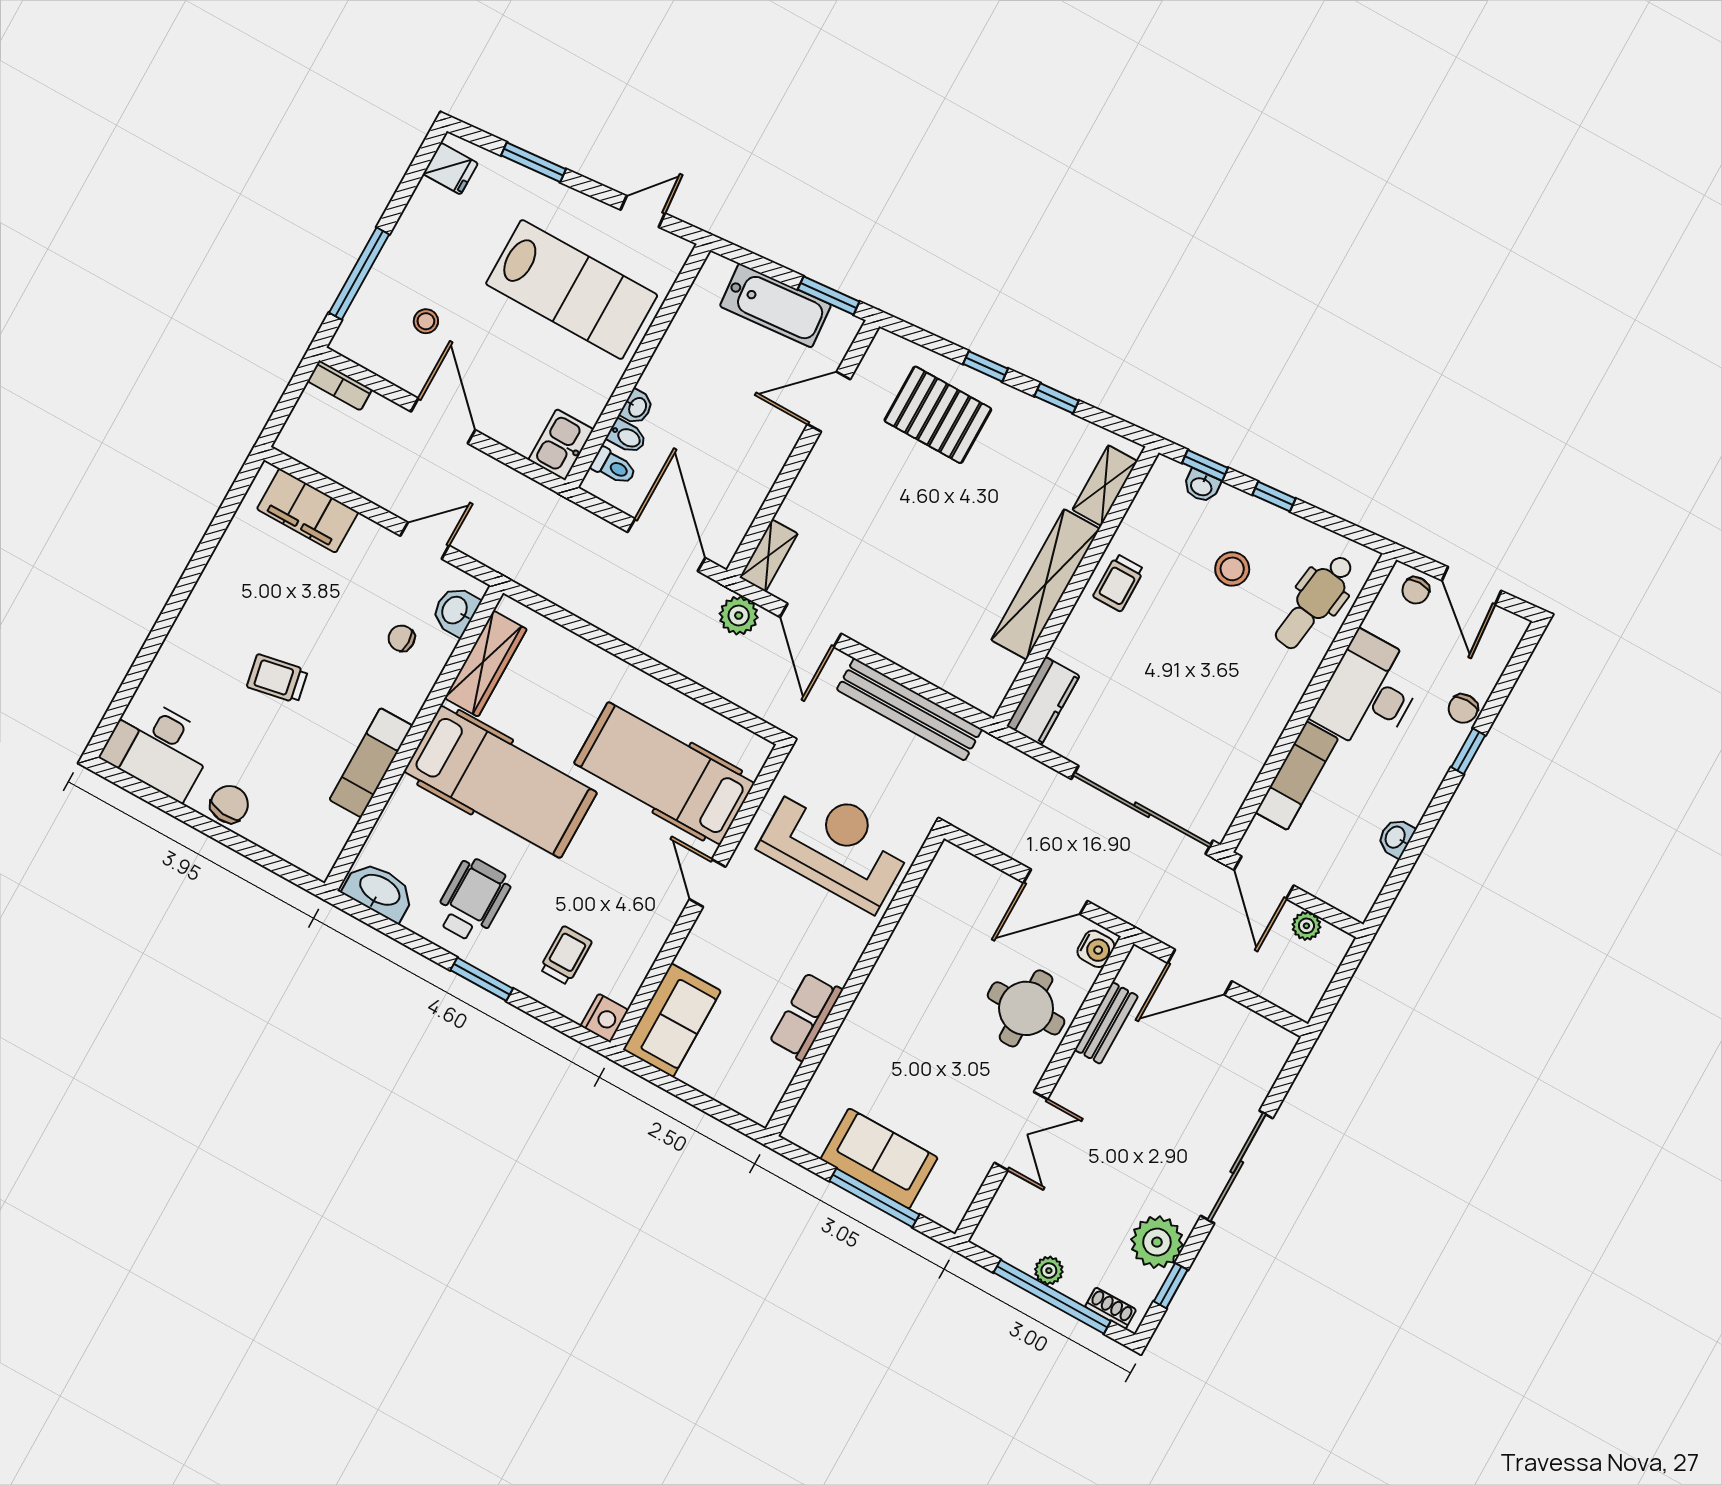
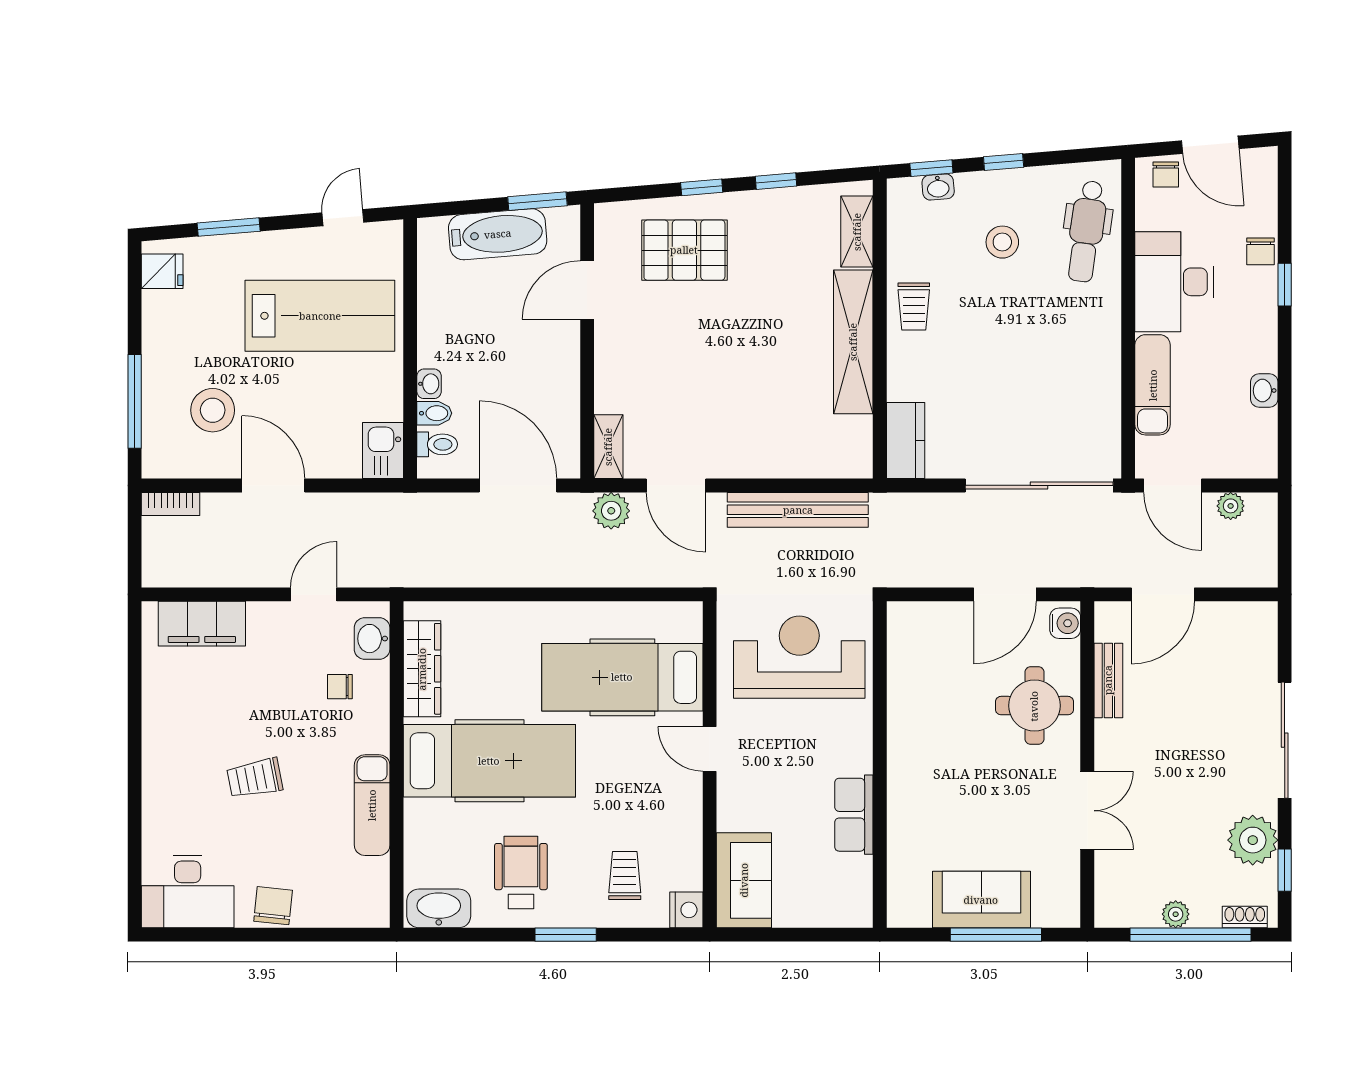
stool: (426, 321) -> (213, 410), width x1.89, depth x1.89

